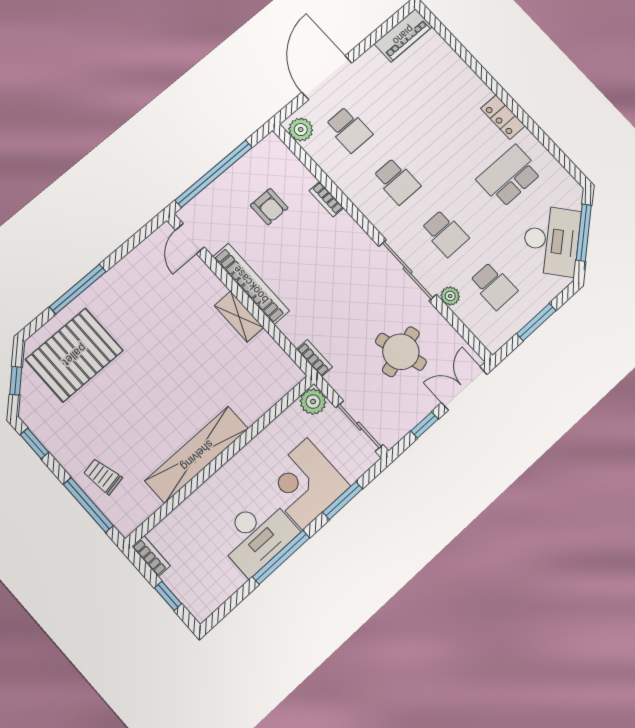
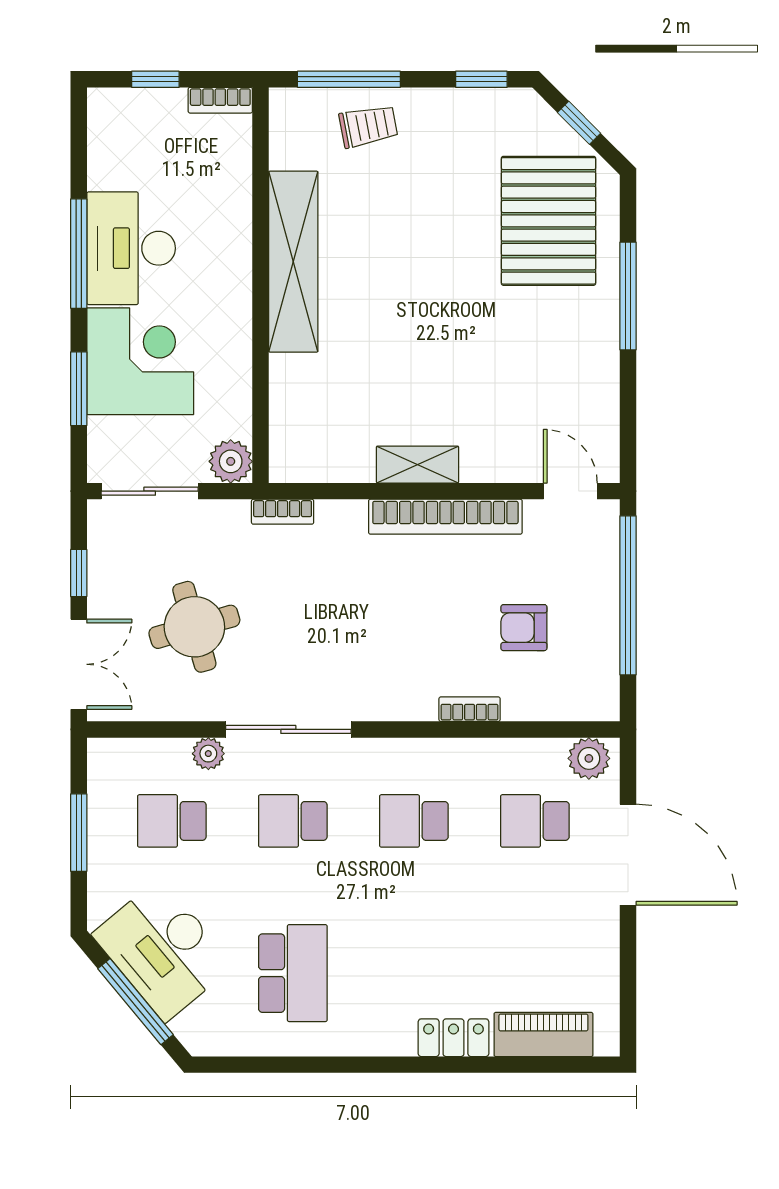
piano: (403, 35) -> (543, 1034), moved, turned 90
locker: (503, 117) -> (453, 1038), moved

